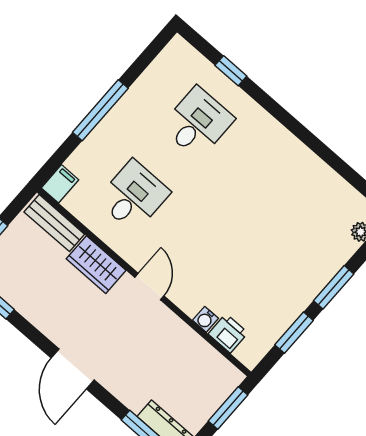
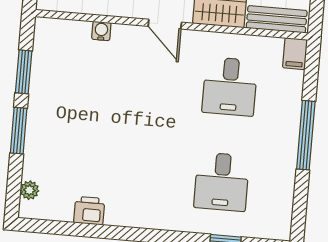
printer: (228, 333) -> (89, 211), moved, turned 180

